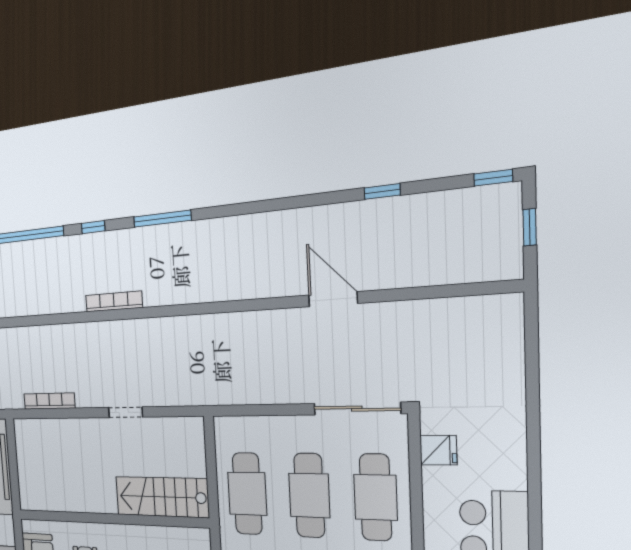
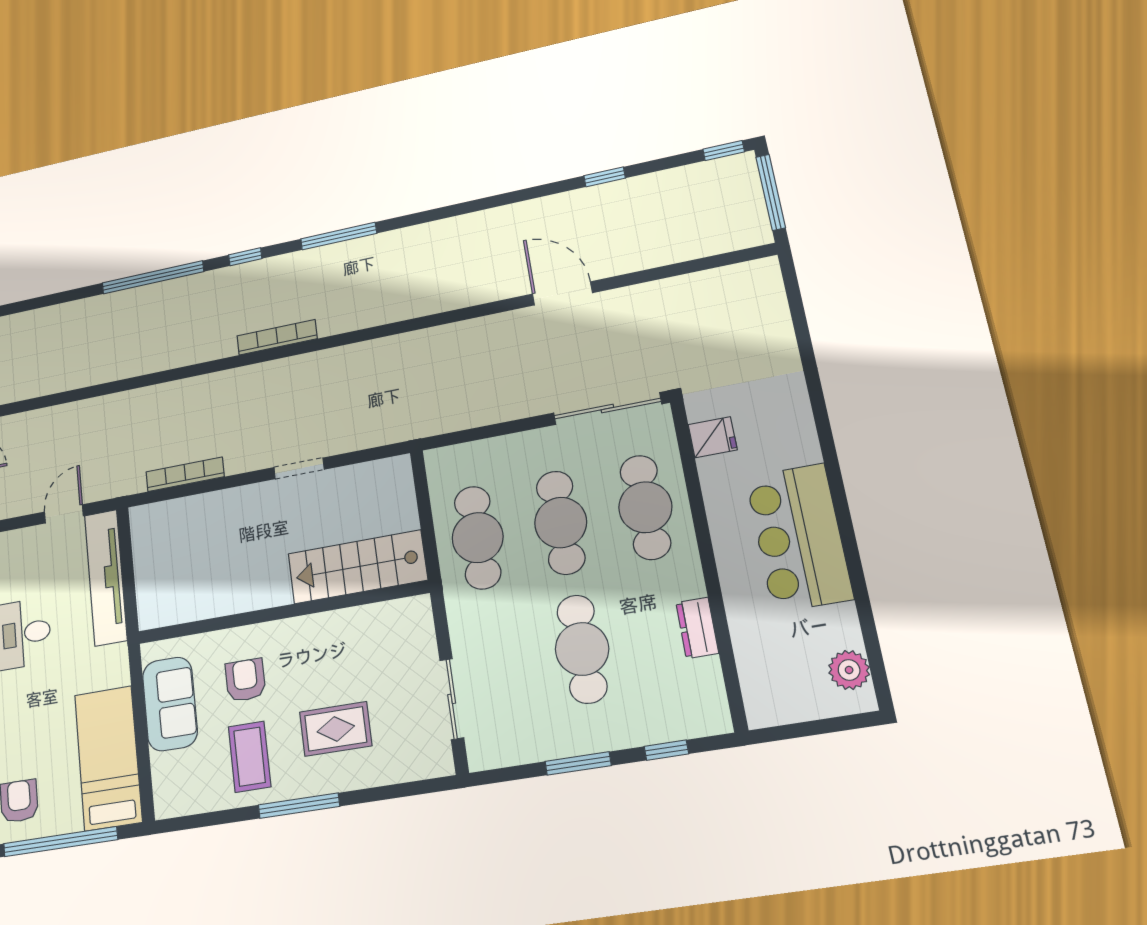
window: (530, 227) -> (771, 192), width x2.17

